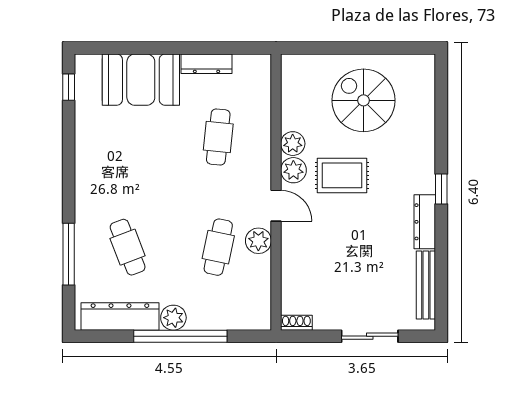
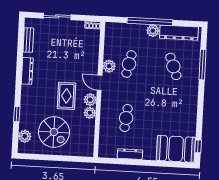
booth: (141, 80) -> (176, 149), moved
plant: (422, 89) -> (25, 136), added
rug: (342, 175) -> (66, 96), turned 90
window: (441, 189) -> (17, 114), moved
bench: (426, 285) -> (28, 40), width x0.73

